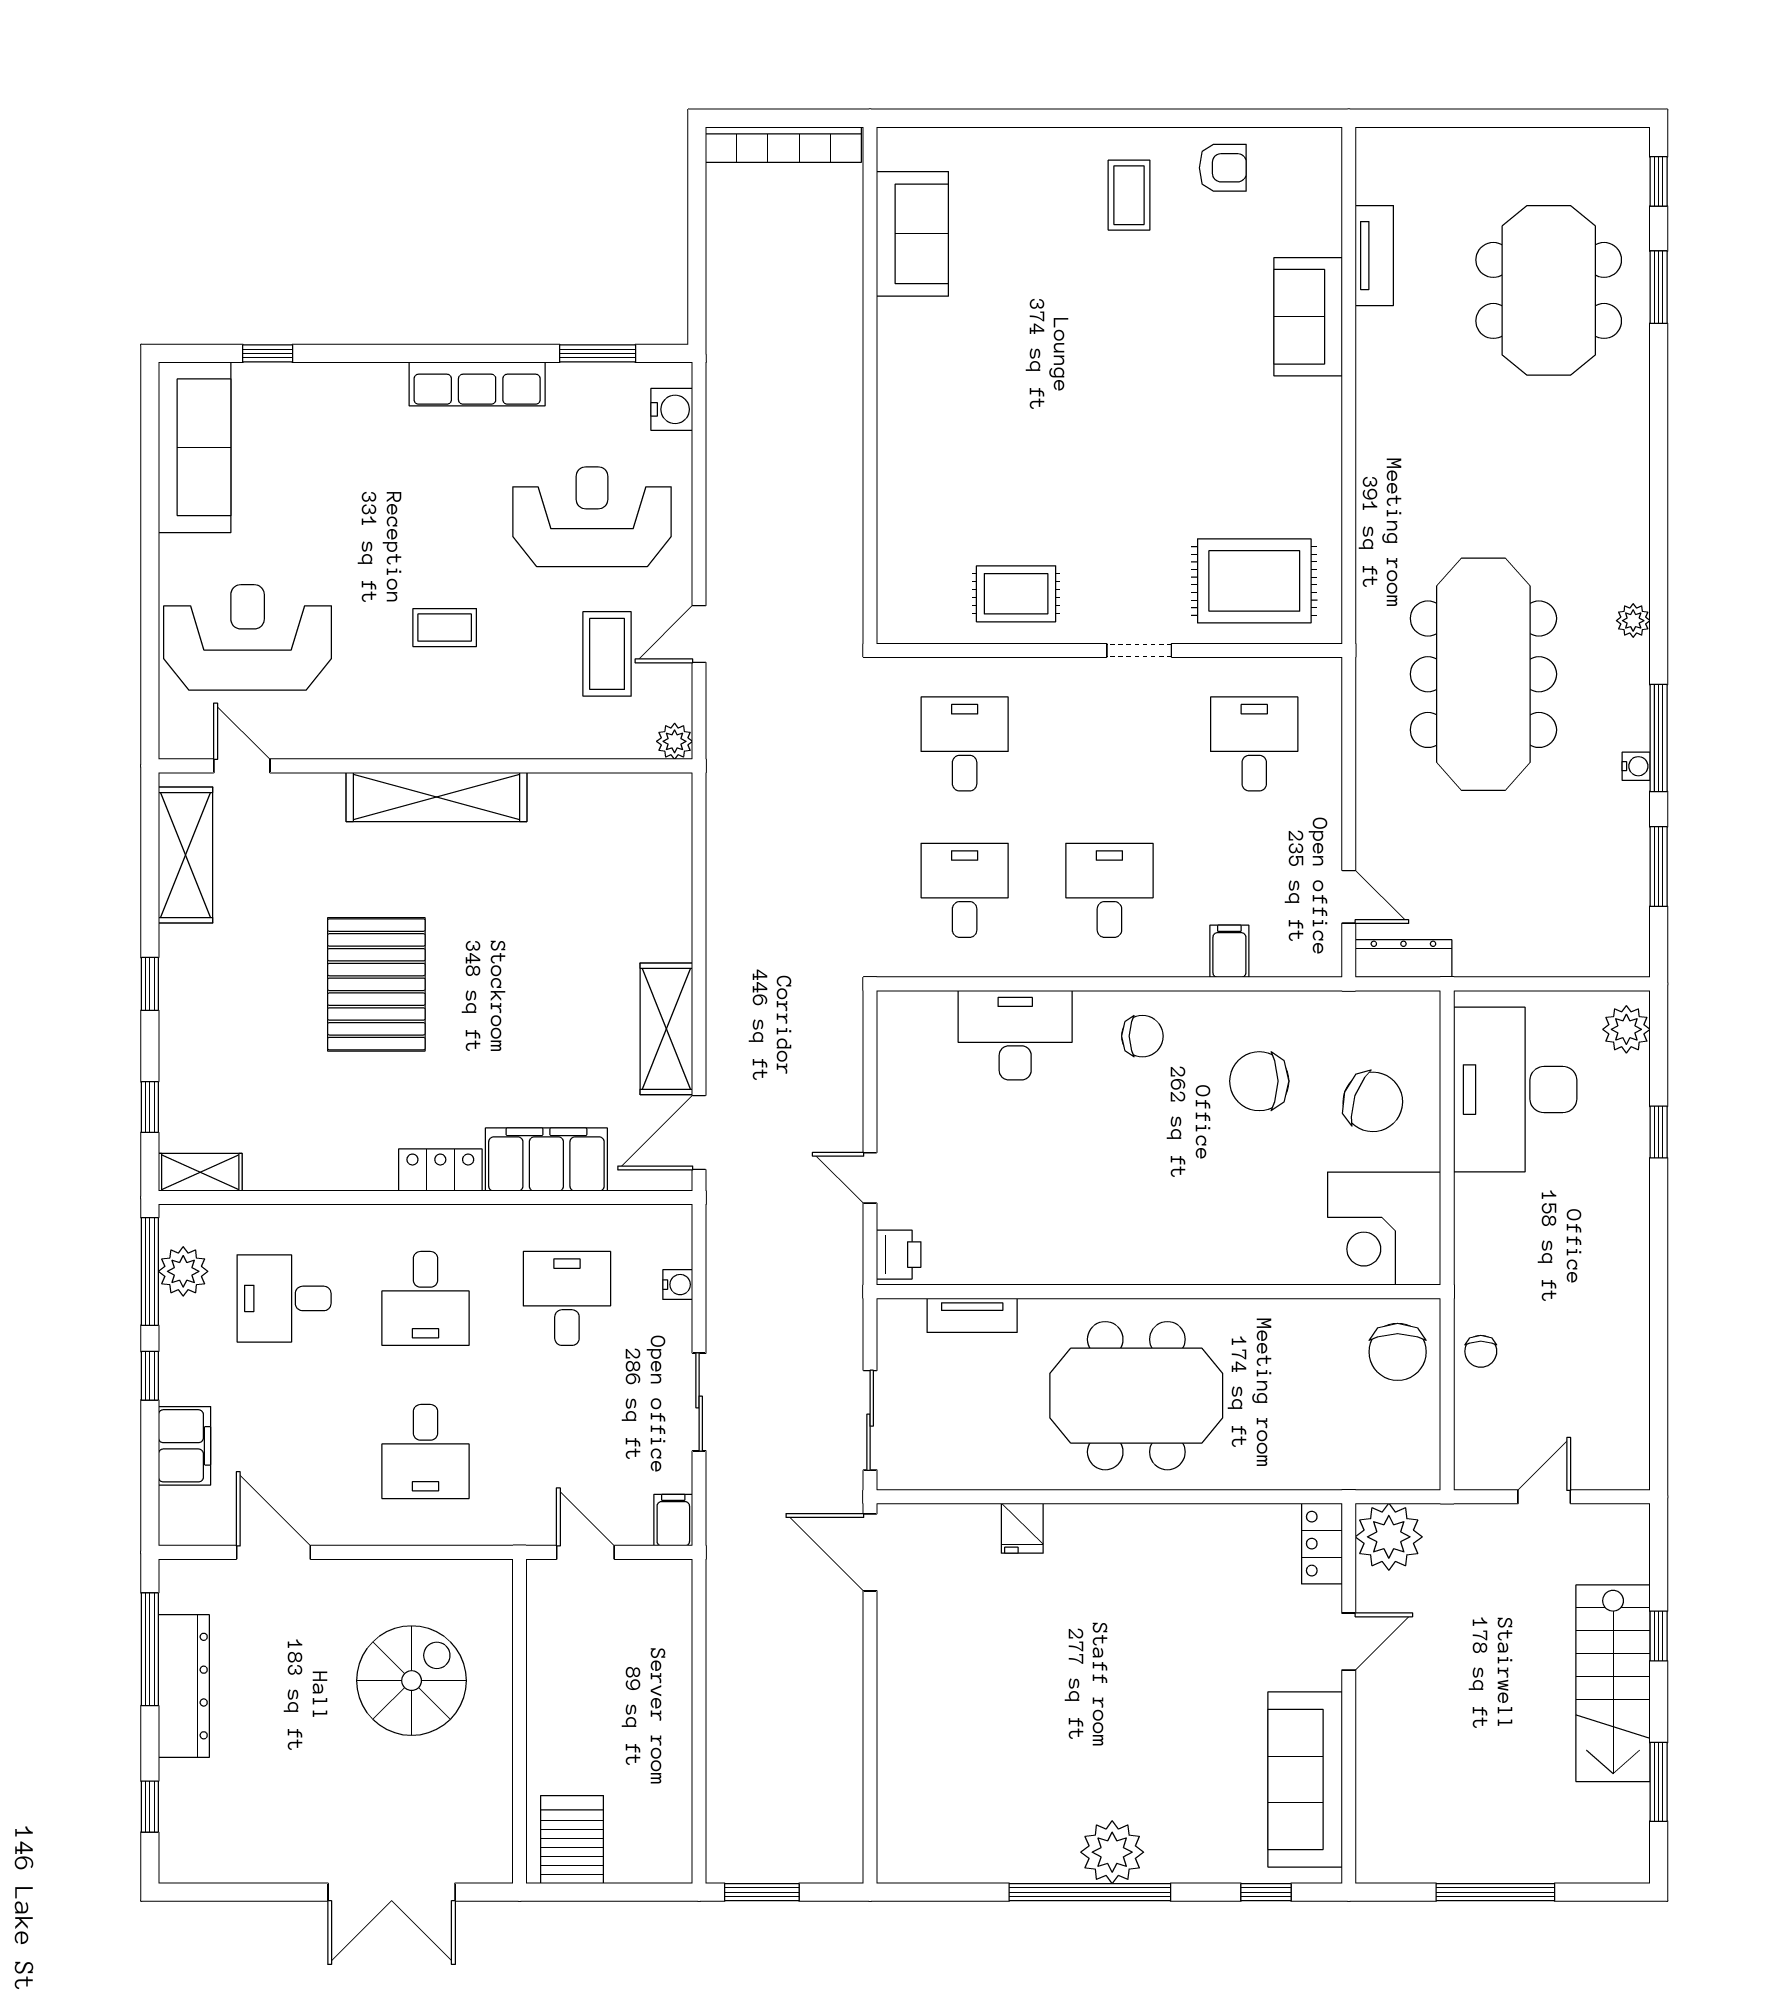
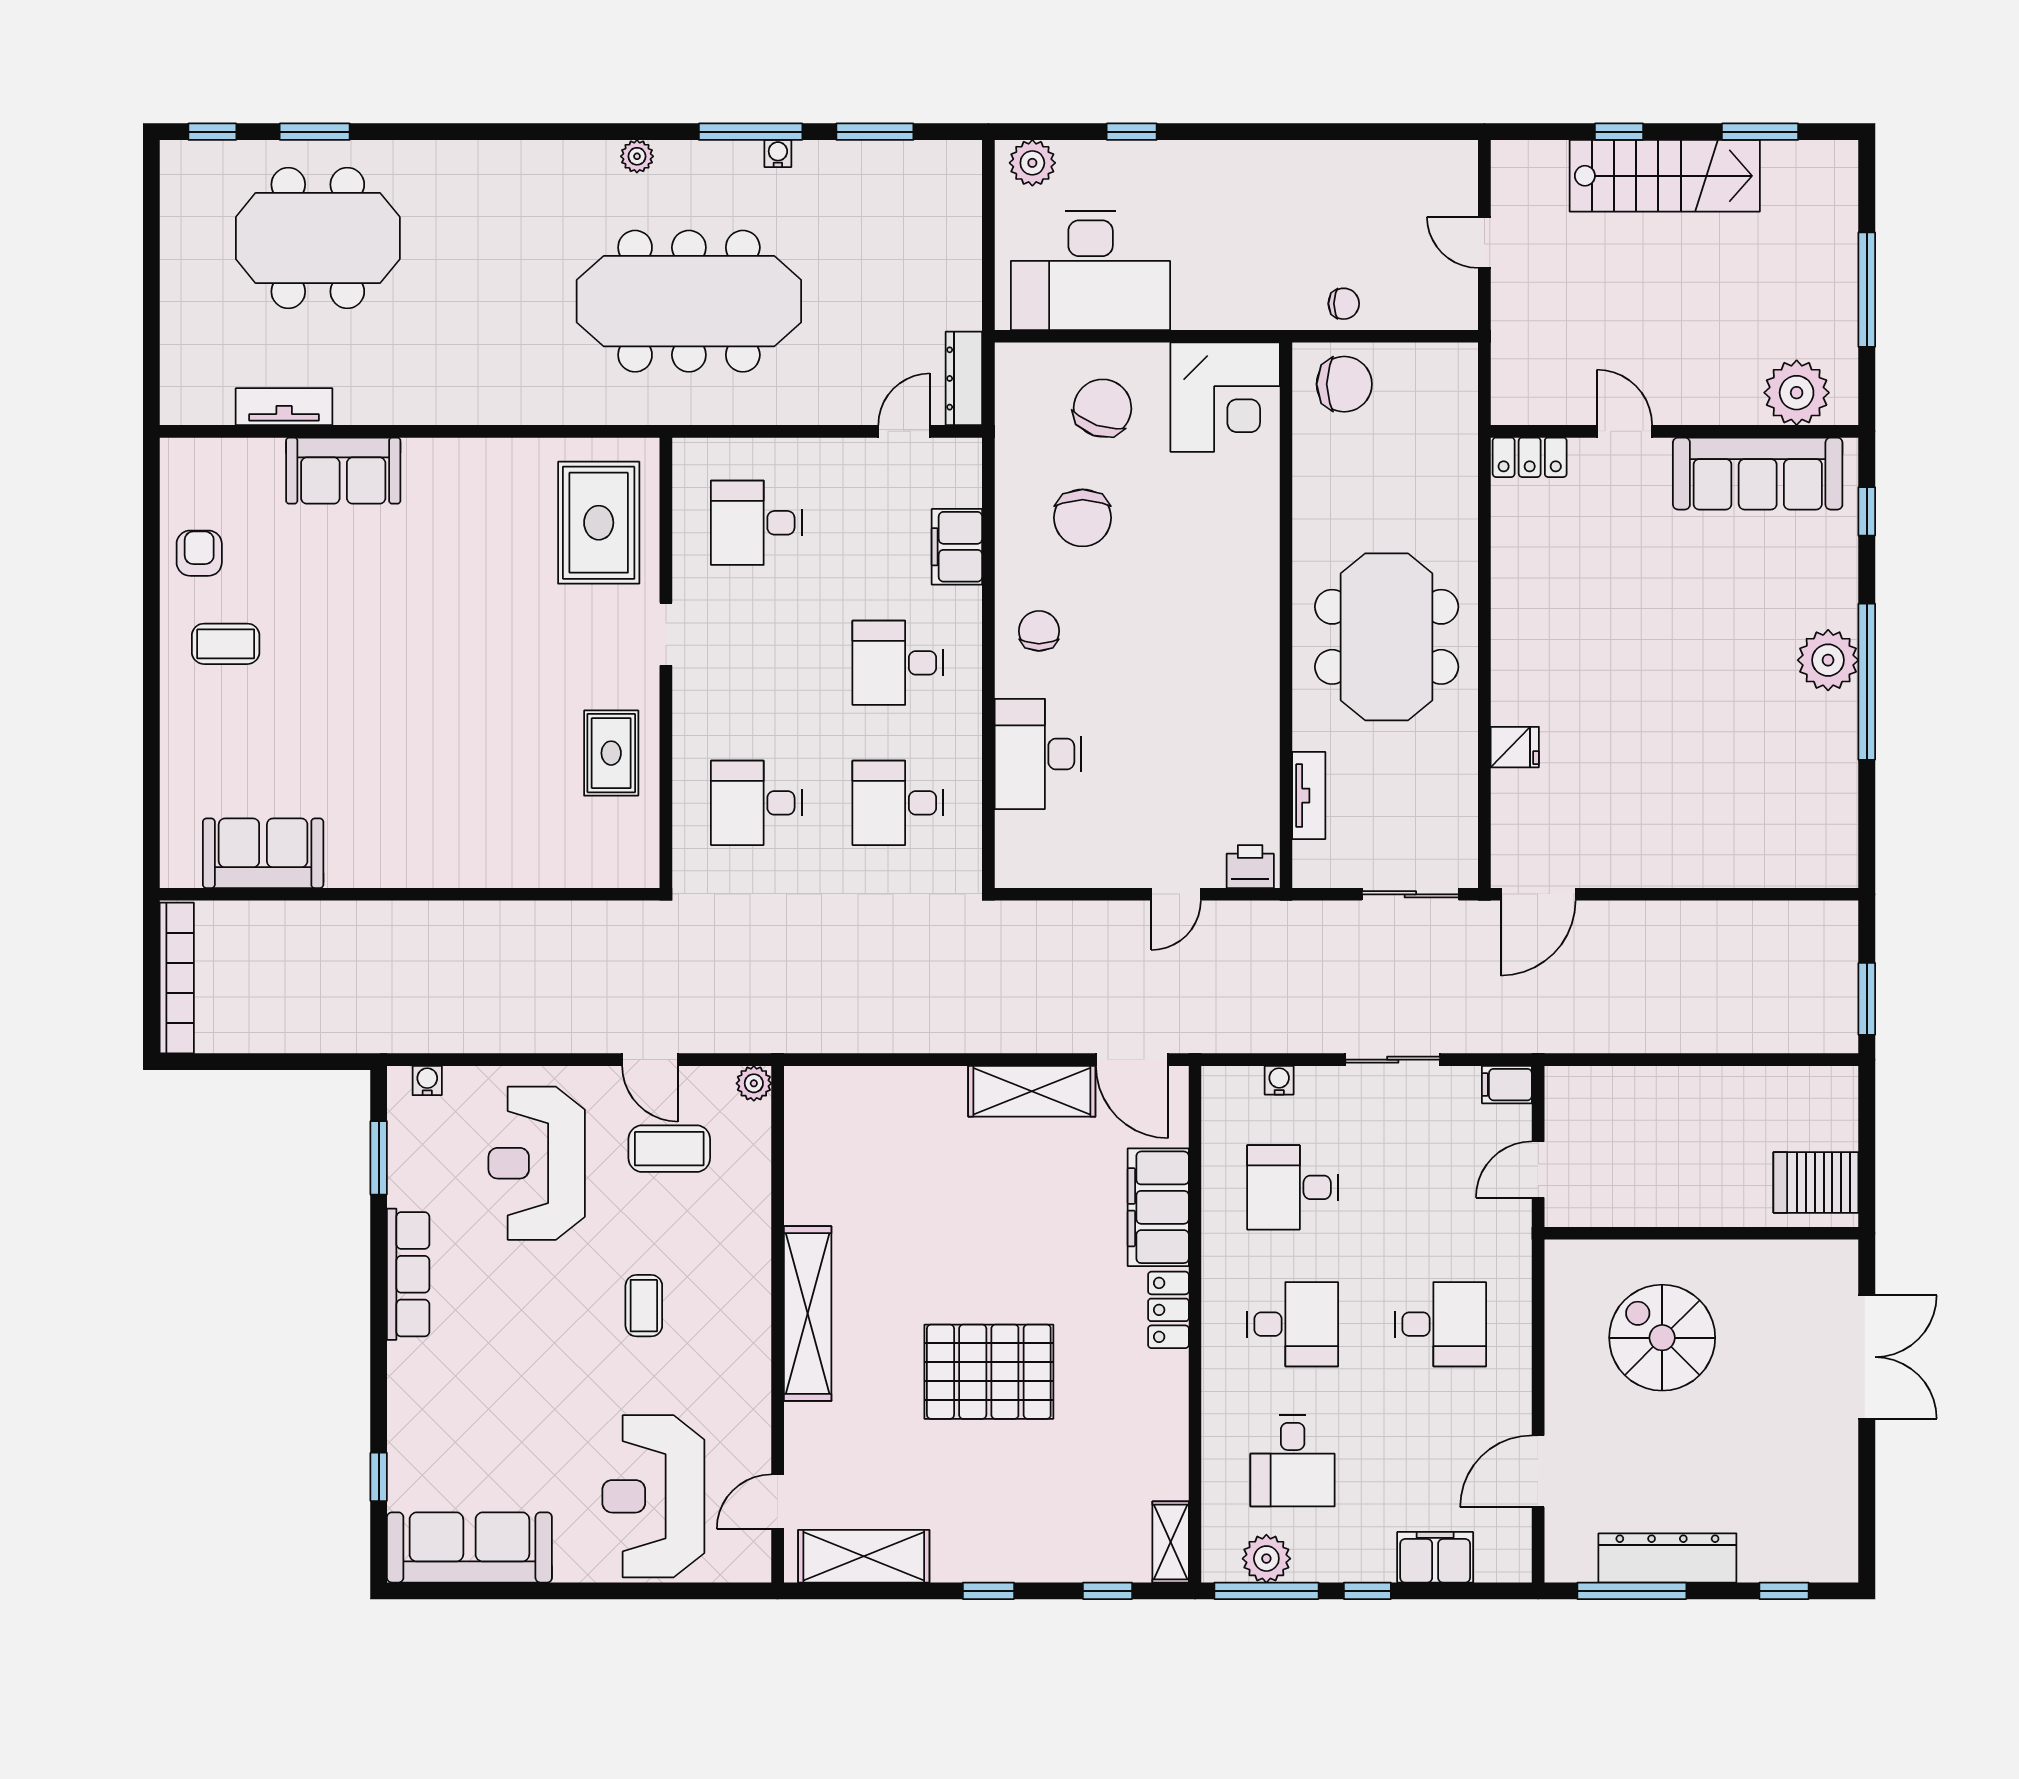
water cooler: (672, 409) -> (427, 1080), width x0.72, depth x0.72
filing cabinet: (1229, 951) -> (957, 547), width x2.00
plant: (1389, 1537) -> (1797, 393), moved

